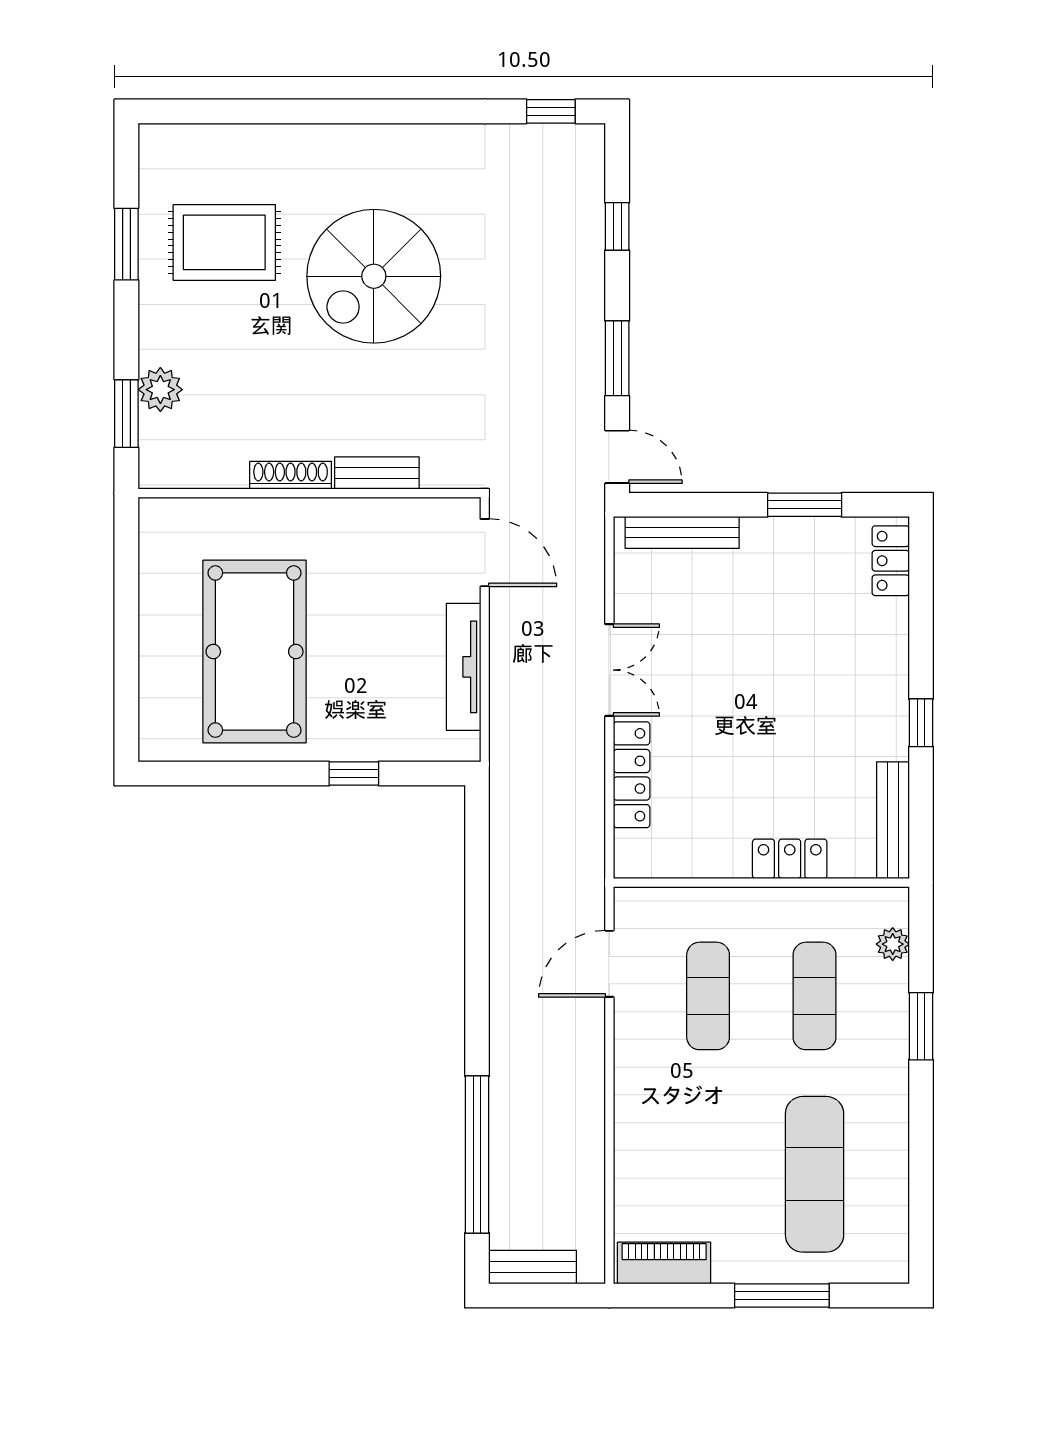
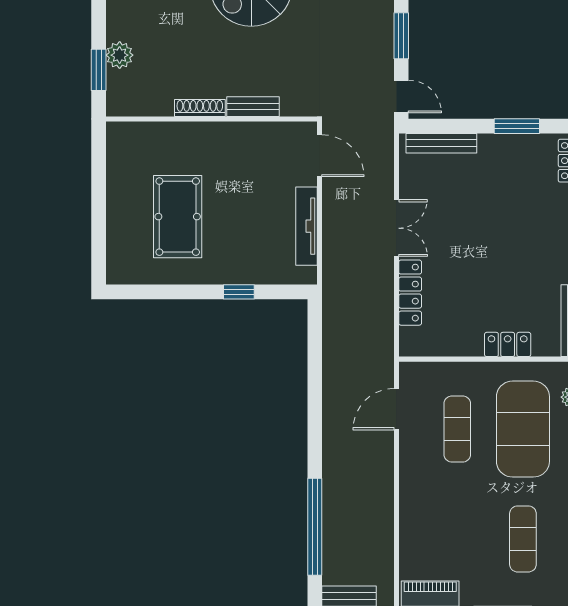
pool table: (255, 652) -> (178, 217), width x0.73, depth x0.76
exercise mat: (815, 996) -> (523, 429), width x2.00, depth x1.45
exercise mat: (815, 1174) -> (523, 539), width x0.73, depth x0.69

